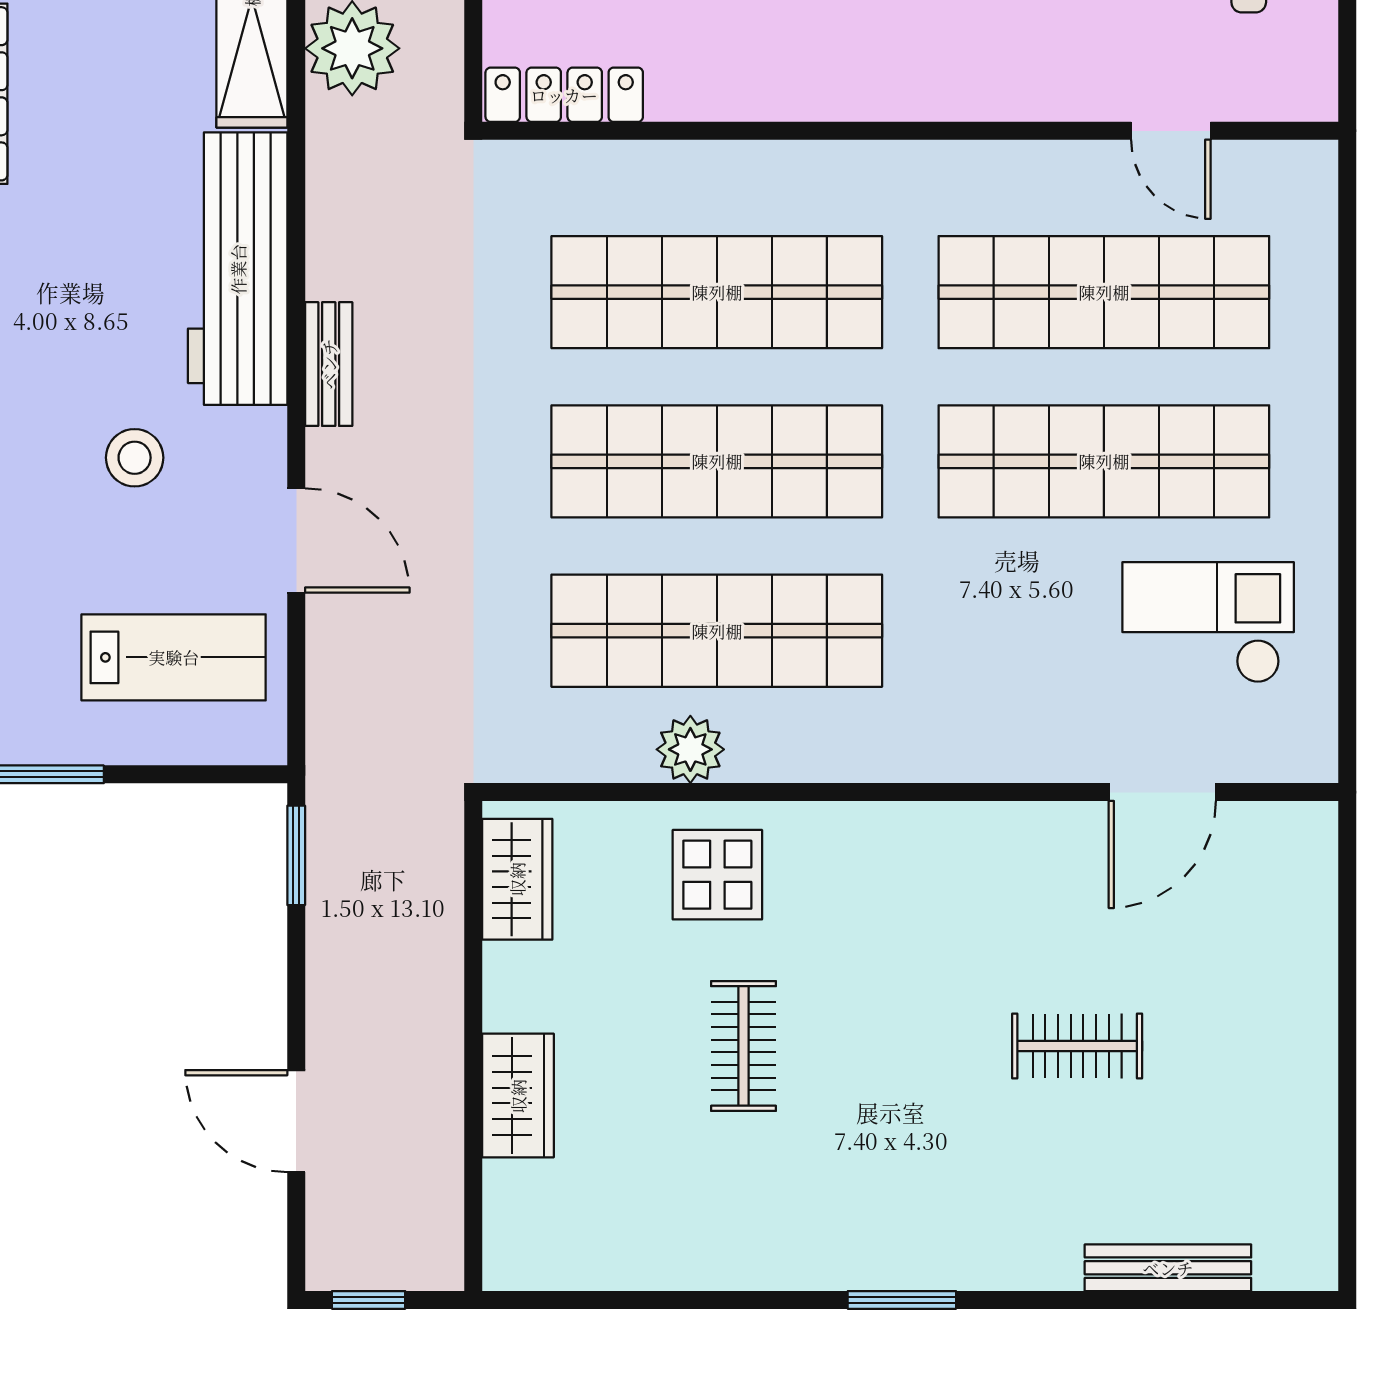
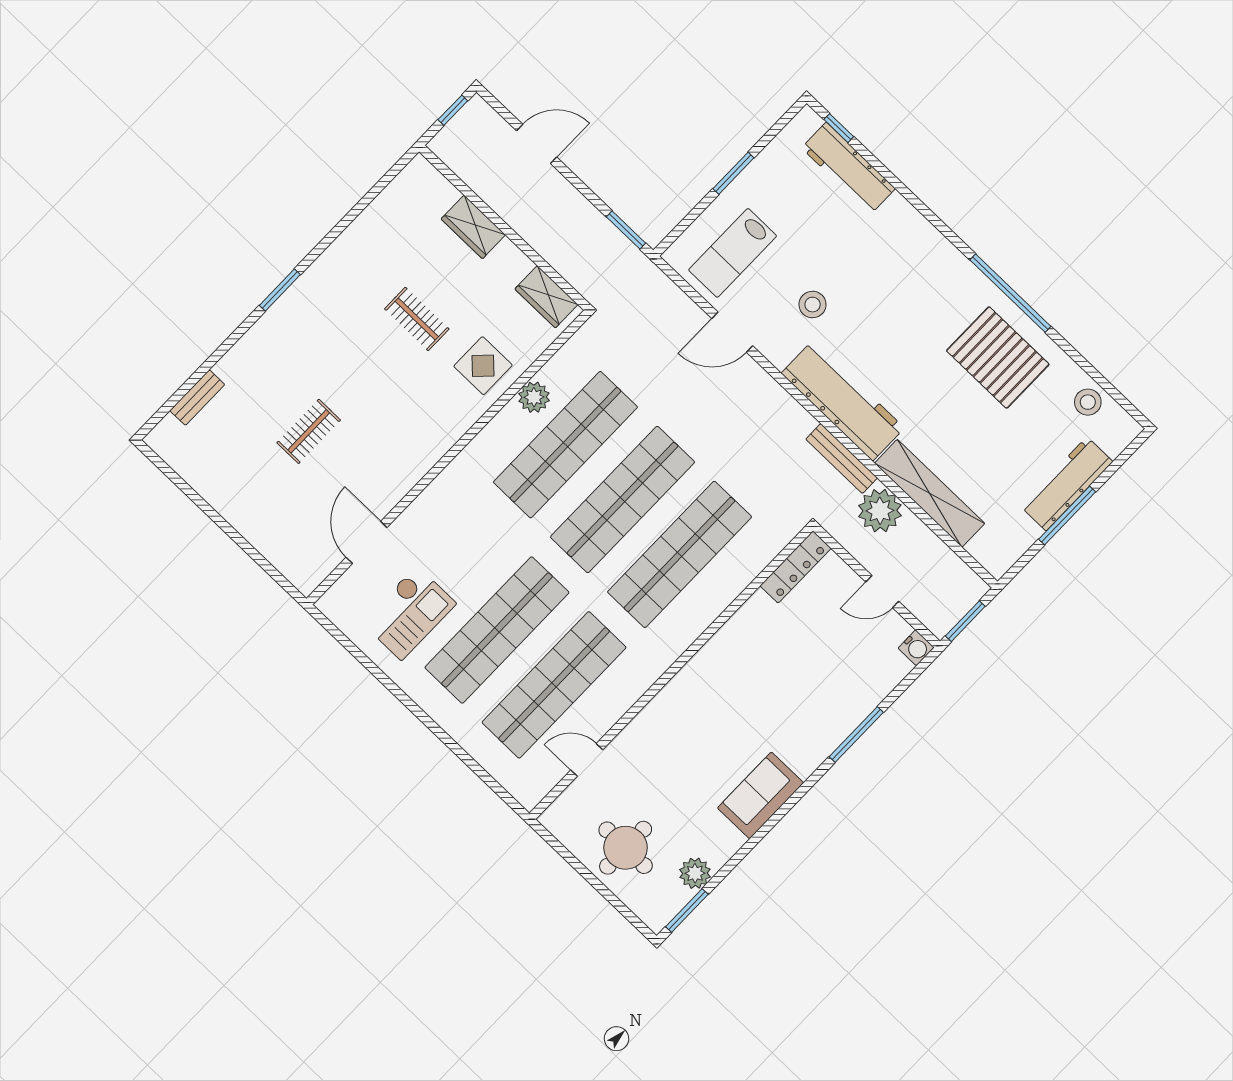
bench: (329, 364) -> (842, 459), moved, width x1.36
bench: (1168, 1268) -> (197, 398), width x0.73

